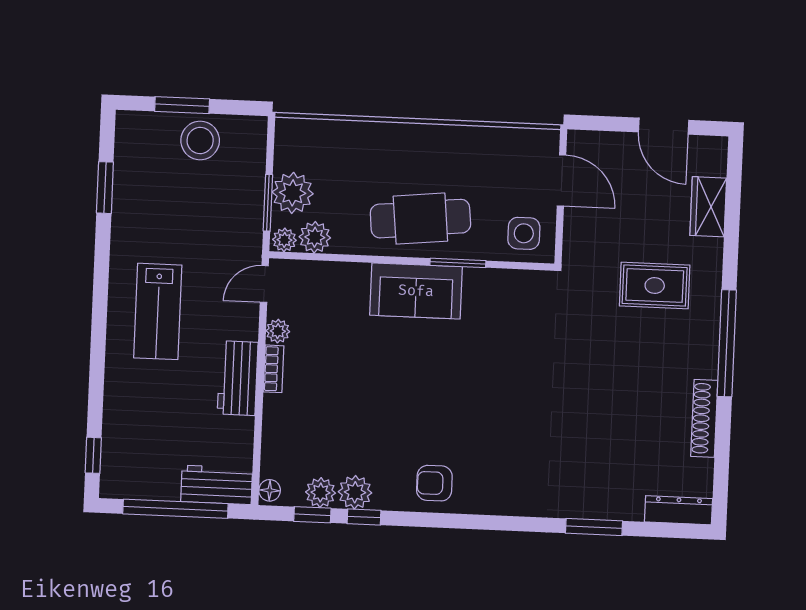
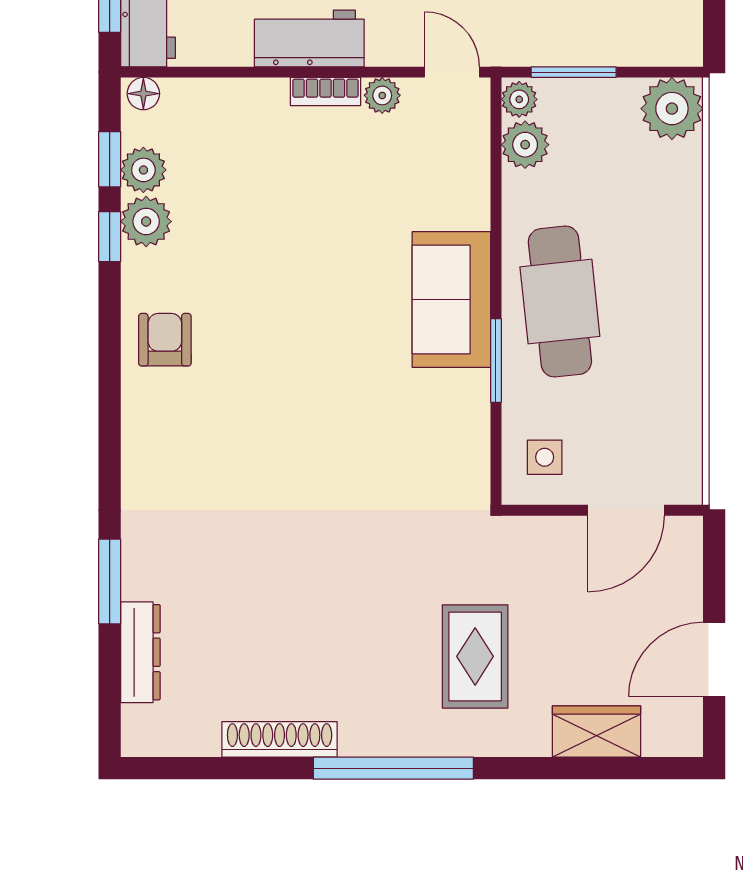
plant: (293, 193) -> (672, 109), moved
side table: (524, 233) -> (545, 457), width x0.73, depth x0.73
dresser: (679, 510) -> (140, 652), moved

